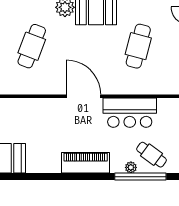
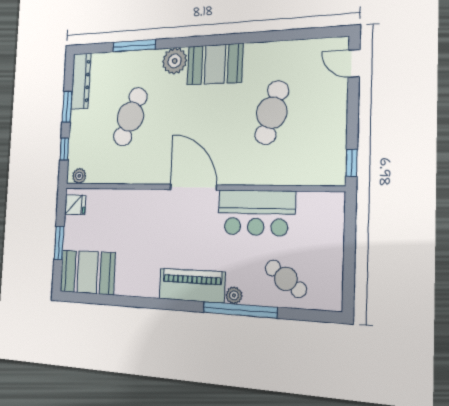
plant: (131, 167) -> (234, 295), moved
window: (140, 177) -> (240, 310), moved

